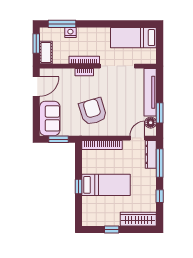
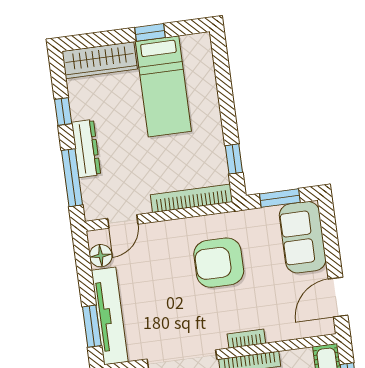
armchair: (93, 111) -> (219, 263), turned 107
window: (160, 113) -> (92, 326), moved
dresser: (151, 154) -> (86, 149), moved
bed: (106, 185) -> (163, 86), moved, turned -90
window: (79, 186) -> (234, 159), moved

